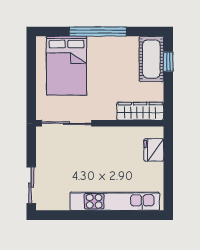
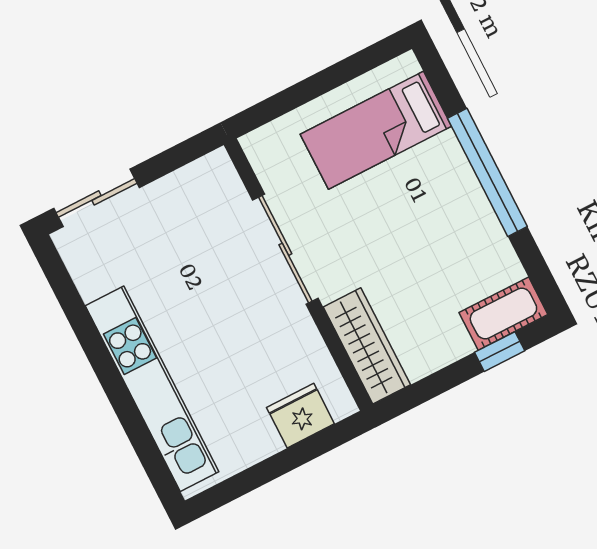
cot: (151, 59) -> (503, 314), width x0.73, depth x0.75
bed: (67, 66) -> (376, 130), width x0.67
sliding door: (67, 123) -> (285, 249), moved

